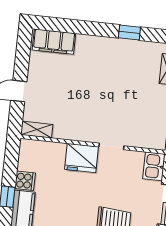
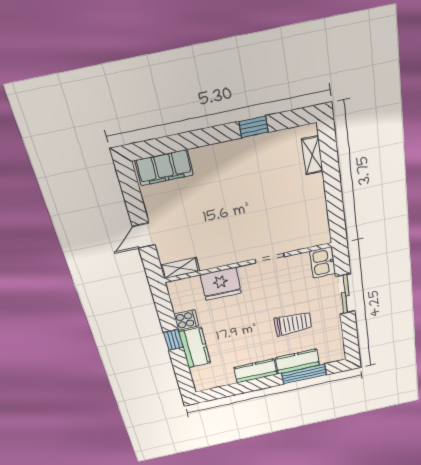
fridge: (81, 158) -> (221, 284), moved

